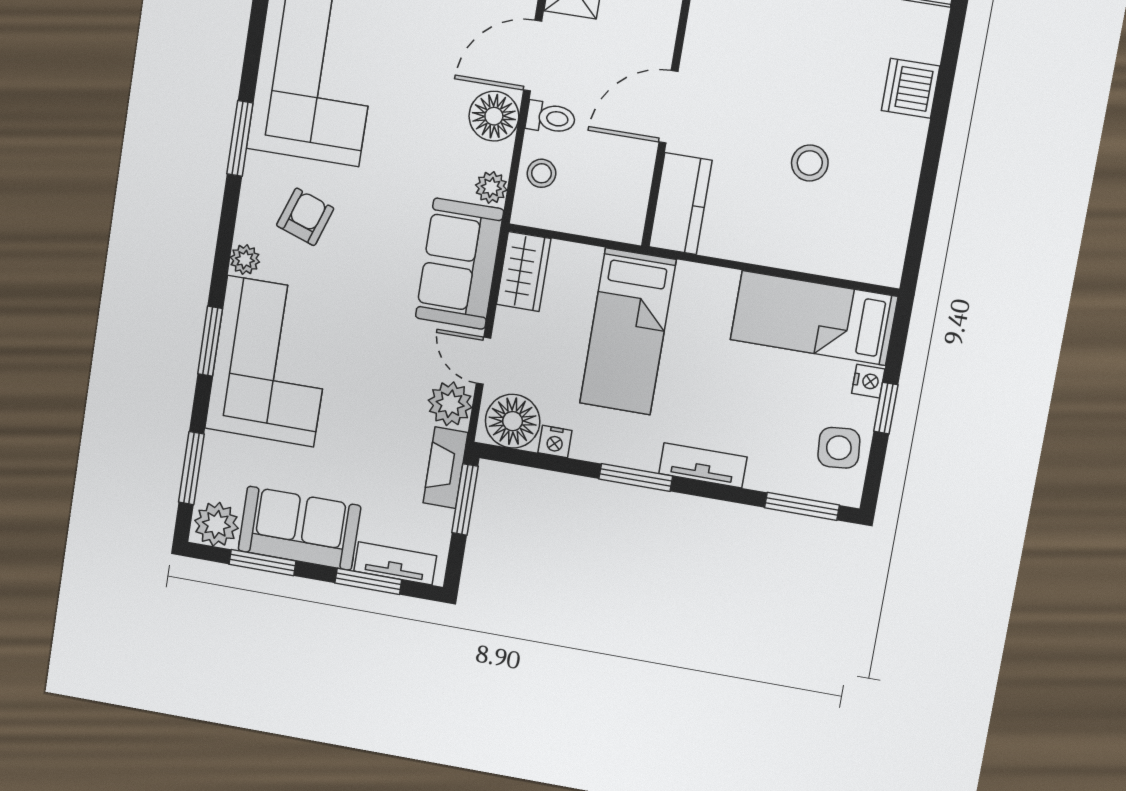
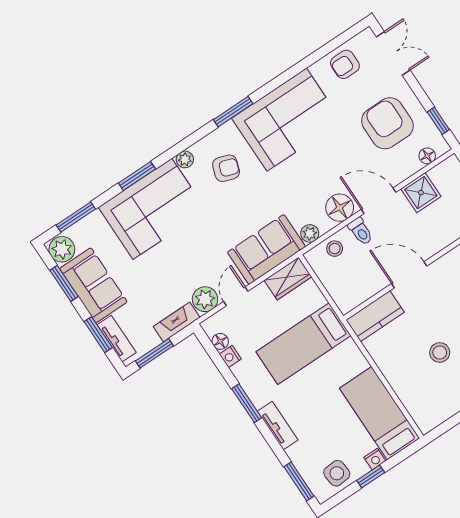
floor lamp: (513, 421) -> (220, 341), width x0.53, depth x0.53
window: (465, 500) -> (154, 353), moved

